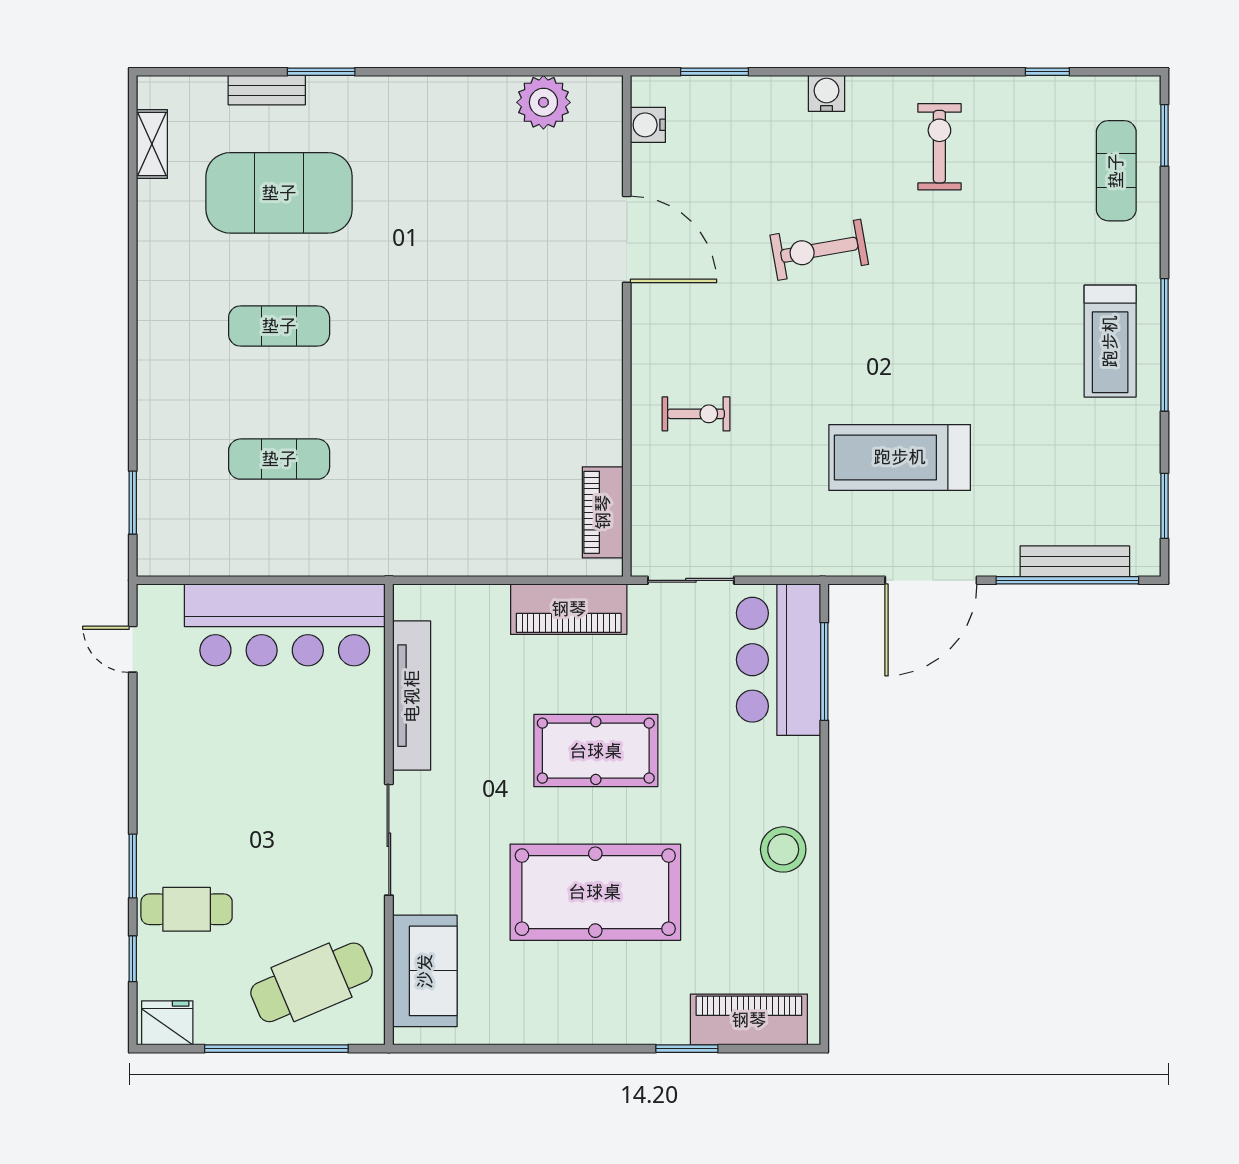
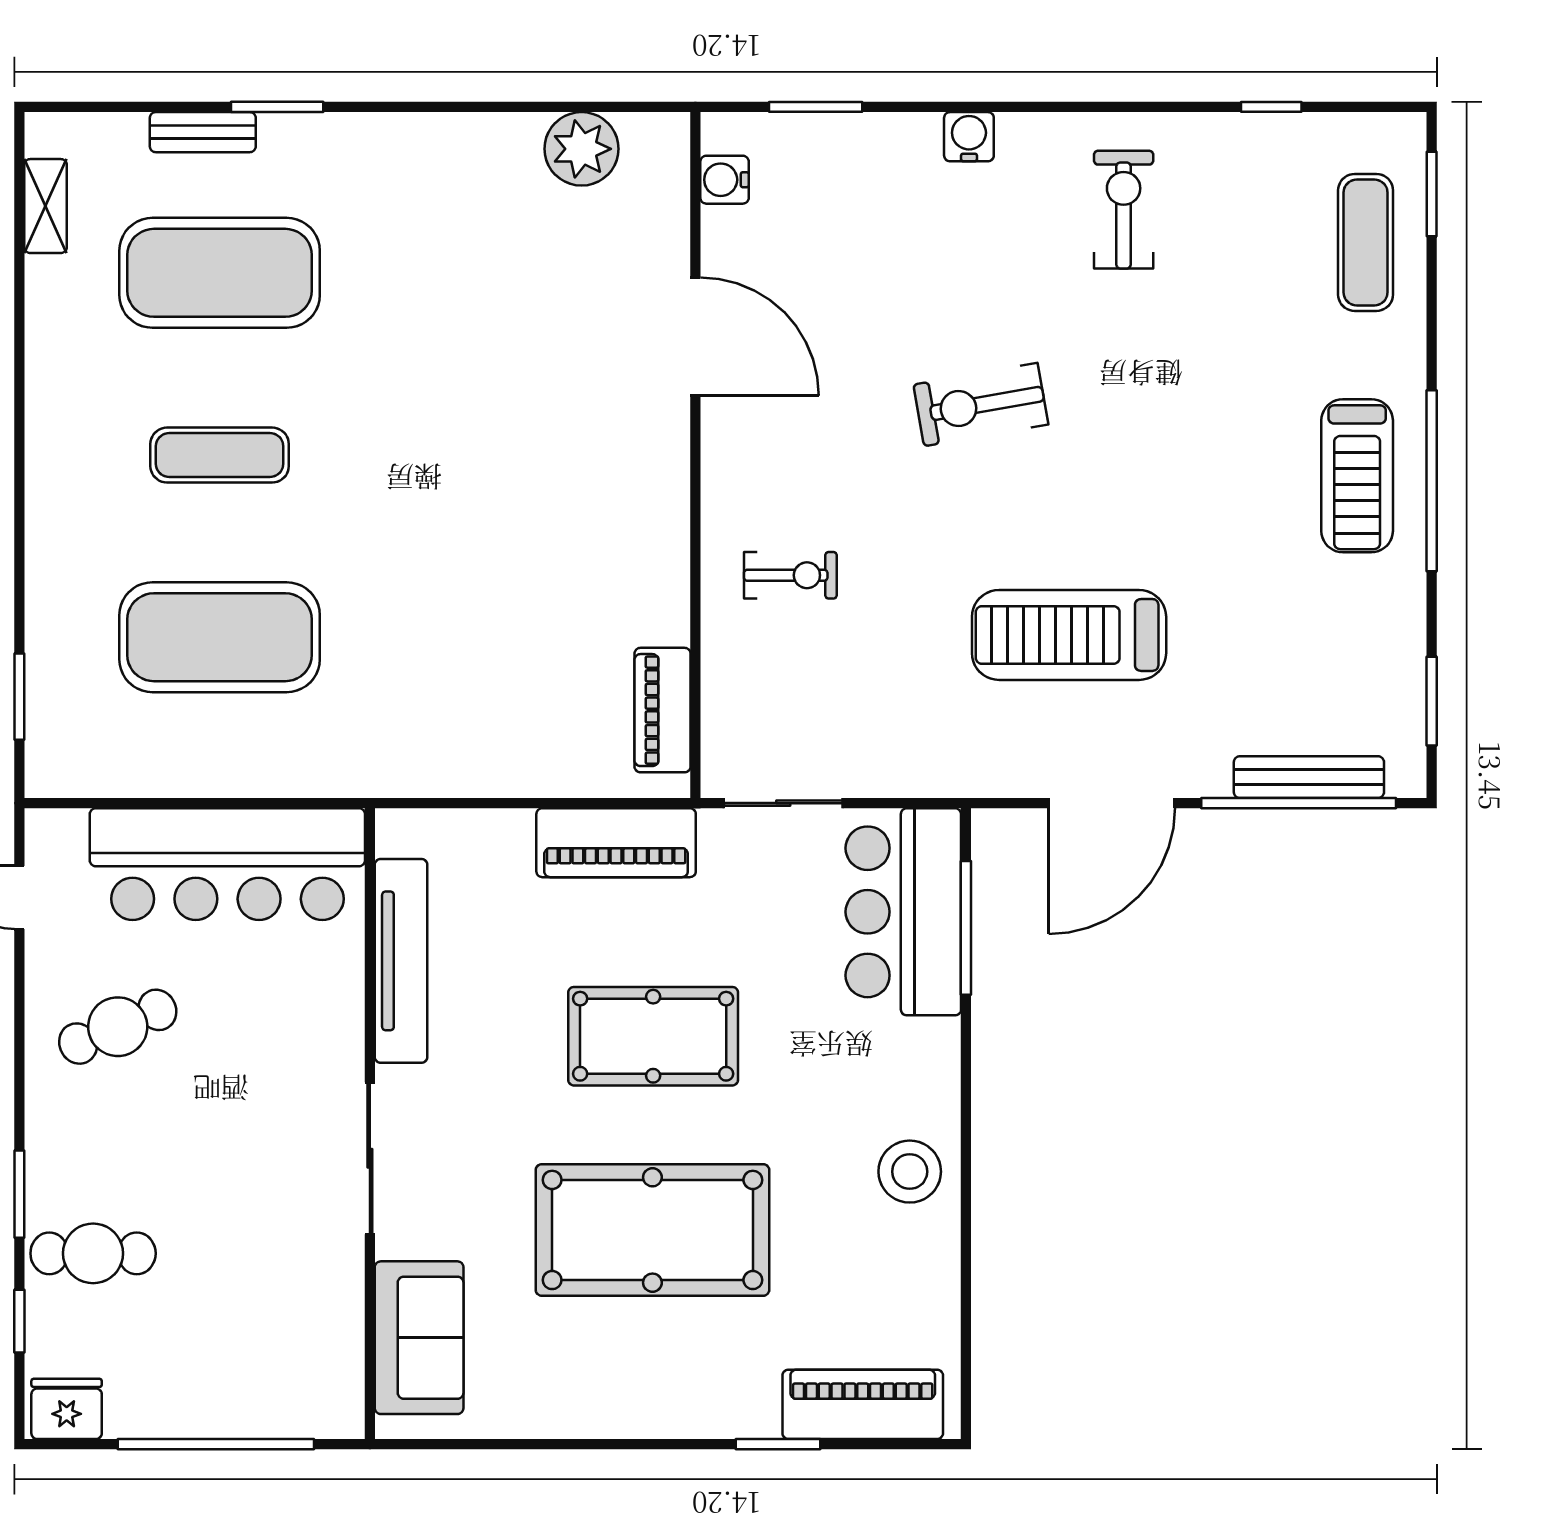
exercise bike: (819, 250) -> (981, 405), moved
exercise mat: (279, 459) -> (220, 637), width x2.00, depth x1.45
cafe table: (312, 982) -> (118, 1027), moved, width x0.73, depth x0.74

